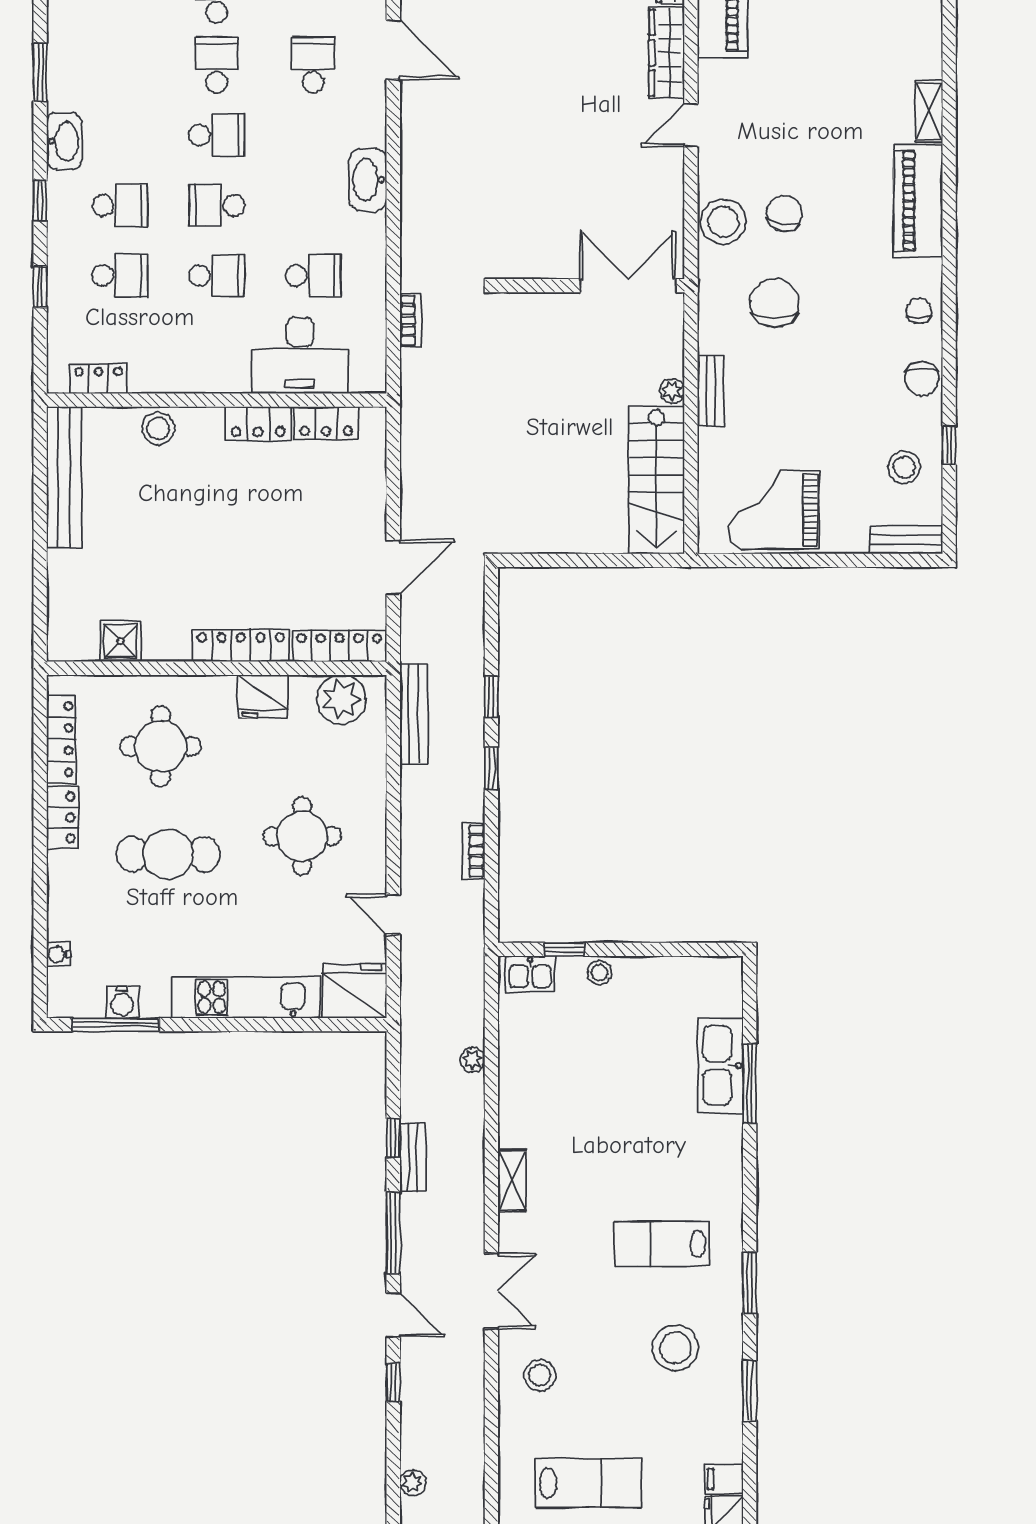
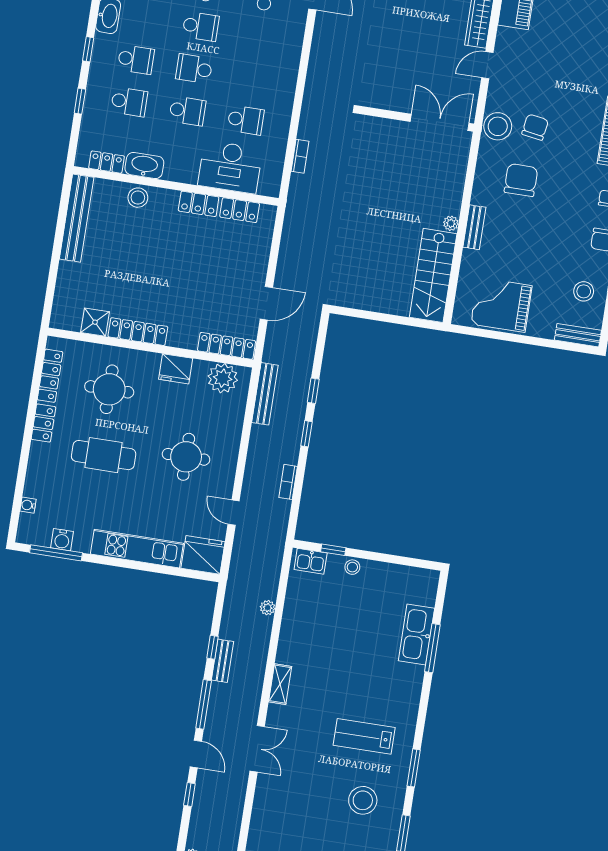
washbasin: (368, 180) -> (144, 165), moved, turned 90
wall: (591, 286) -> (417, 119), moved
double door: (628, 286) -> (440, 122), moved
locker: (241, 646) -> (138, 332), moved
stool: (540, 1375) -> (278, 804), removed

